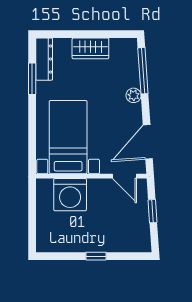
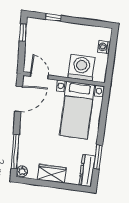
plant: (134, 95) -> (22, 171), moved
window: (153, 211) -> (23, 33), moved
washing machine: (44, 226) -> (104, 47), added
window: (96, 256) -> (53, 17), moved

